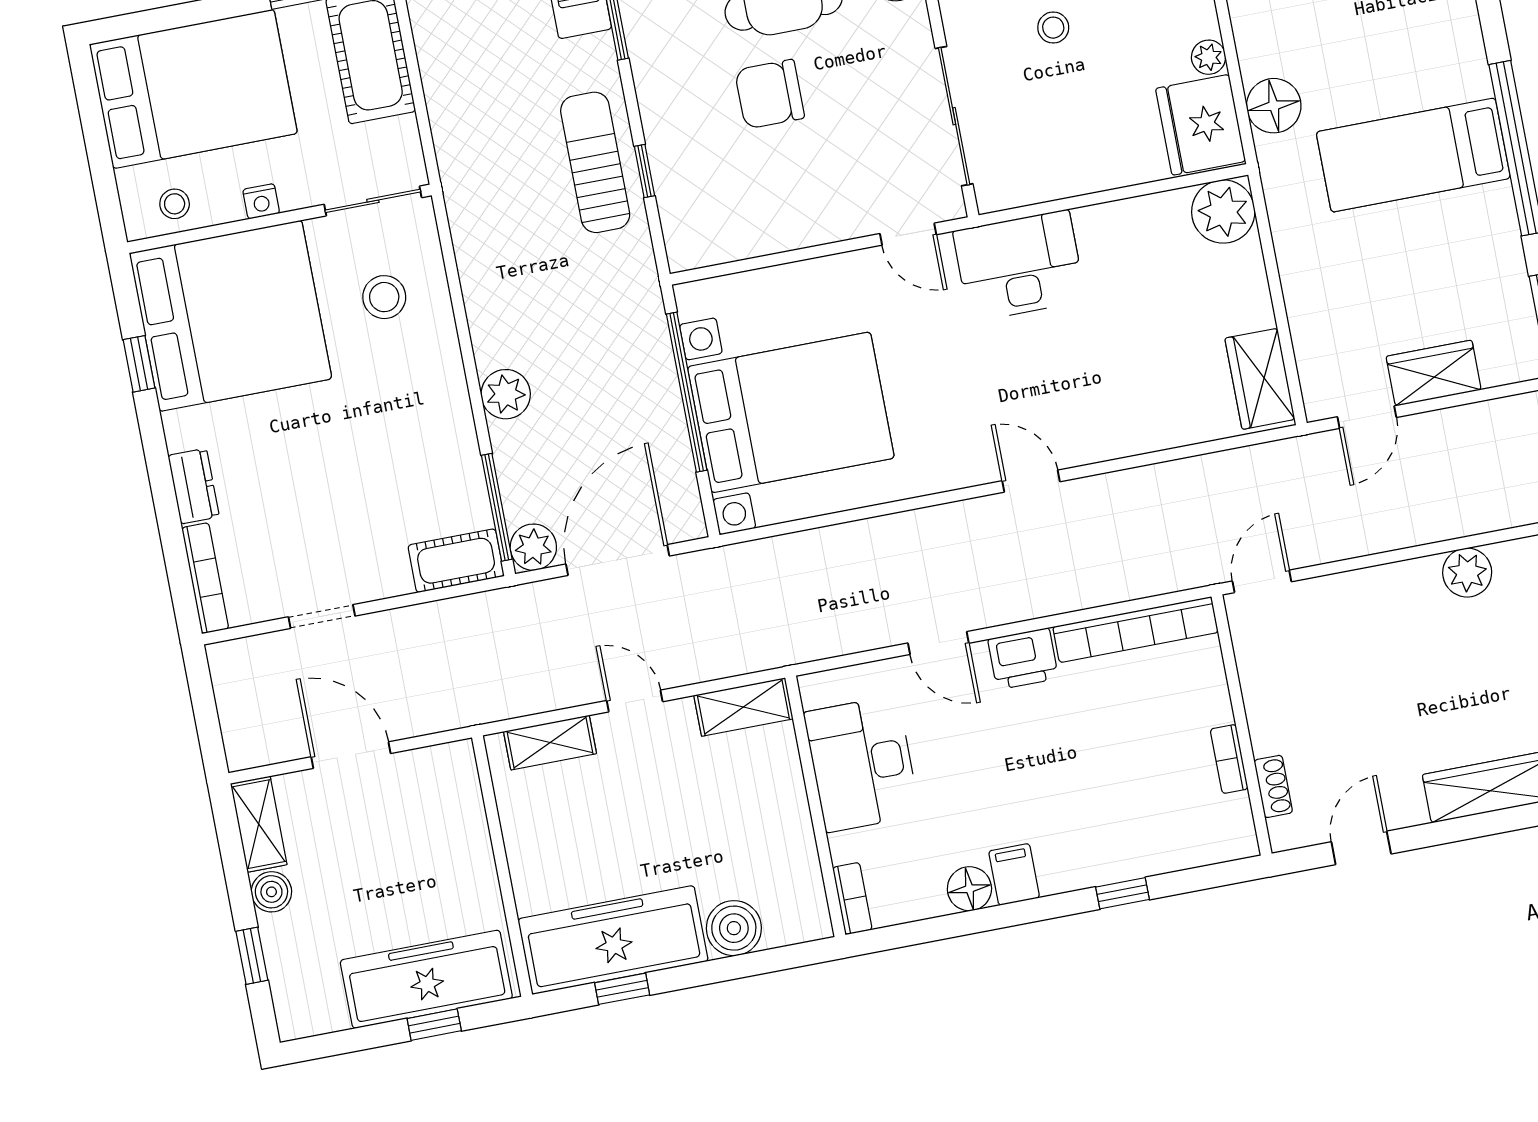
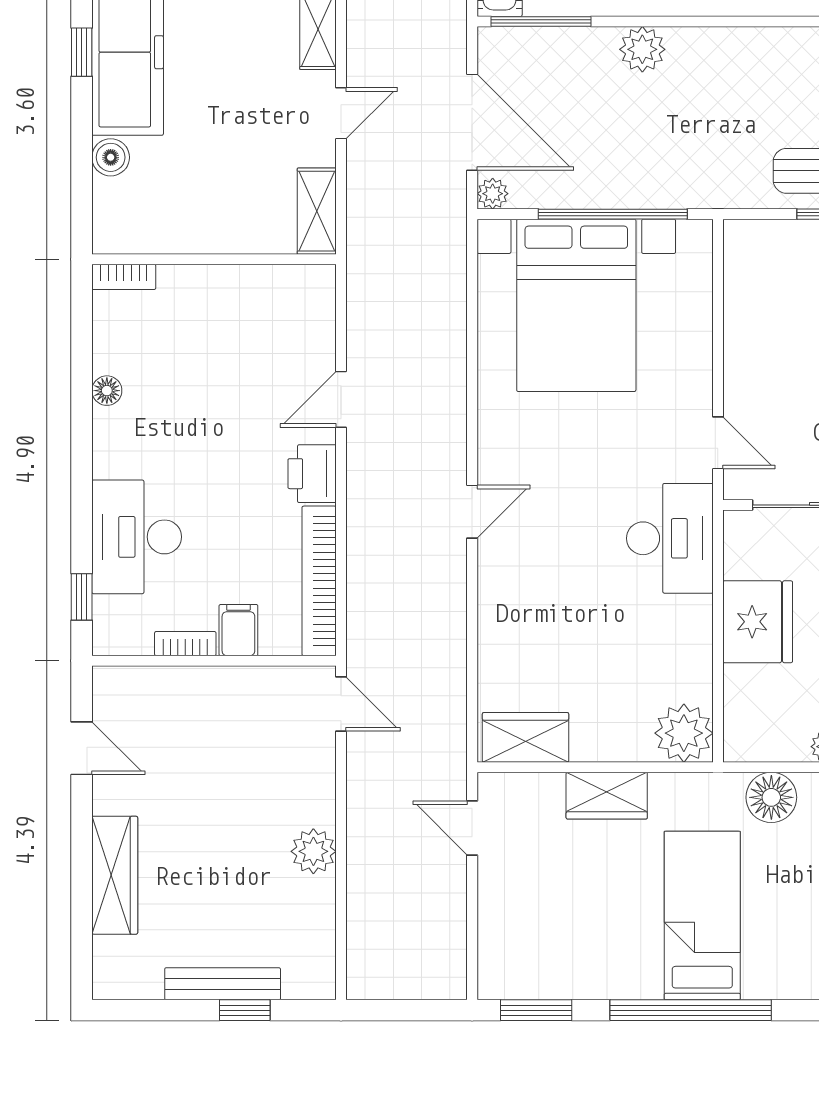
fridge: (1201, 125) -> (758, 622), moved, turned 90
door: (908, 234) -> (718, 443), swing flipped
wardrobe: (1434, 373) -> (607, 796), moved, turned 90
plant: (533, 547) -> (493, 194), moved, width x0.73, depth x0.73
plant: (1467, 573) -> (313, 851), moved
desk: (862, 764) -> (137, 537), moved, turned -90
shoe rack: (1273, 786) -> (153, 679), removed
filing cabinet: (1014, 874) -> (238, 630), moved, turned -90
floor lamp: (969, 889) -> (107, 391), width x0.73, depth x0.73
window: (1123, 893) -> (82, 597), moved
boiler: (734, 928) -> (111, 157), width x0.73, depth x0.73

